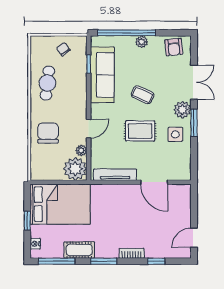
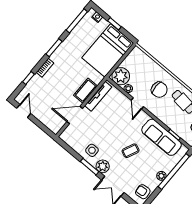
rug: (140, 131) -> (111, 132), removed
chair: (48, 133) -> (159, 90), moved
cot: (79, 250) -> (86, 91), moved

